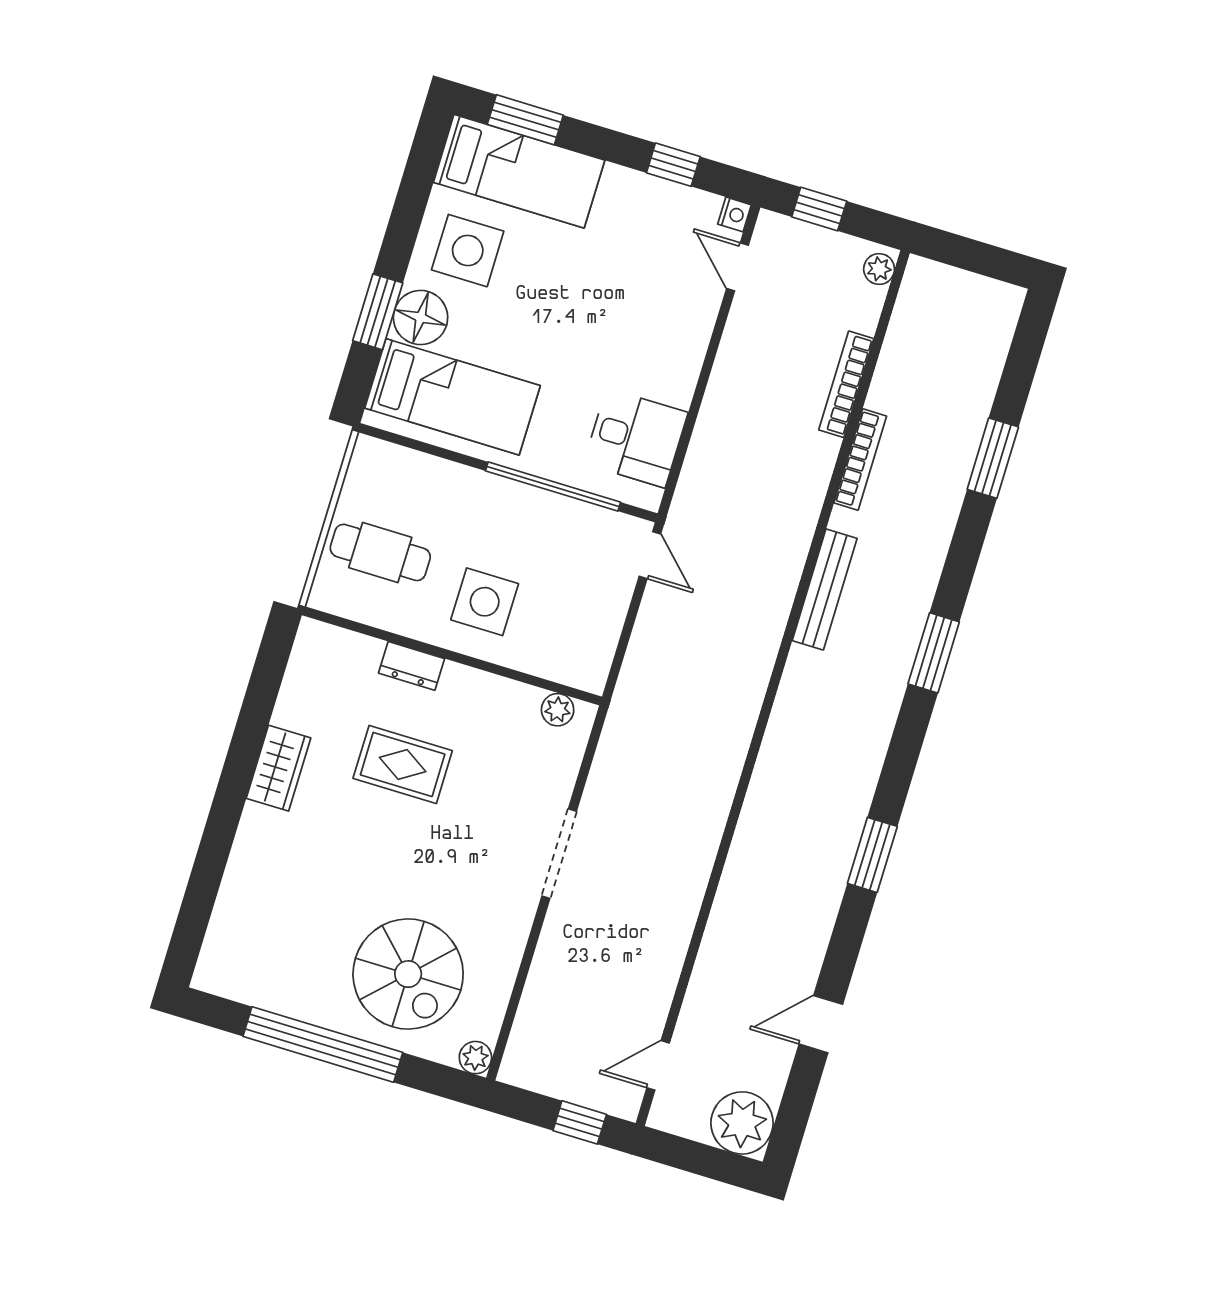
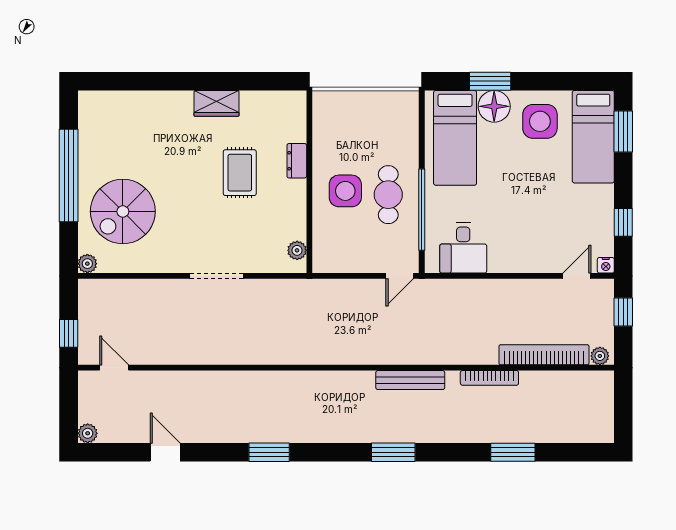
bookcase: (846, 384) -> (544, 355), width x1.48, depth x1.31
cafe table: (380, 552) -> (388, 195), moved
plant: (742, 1123) -> (88, 433), width x0.53, depth x0.53

